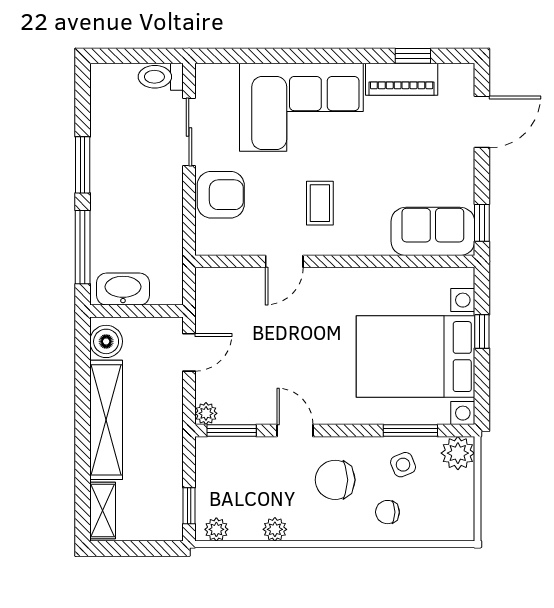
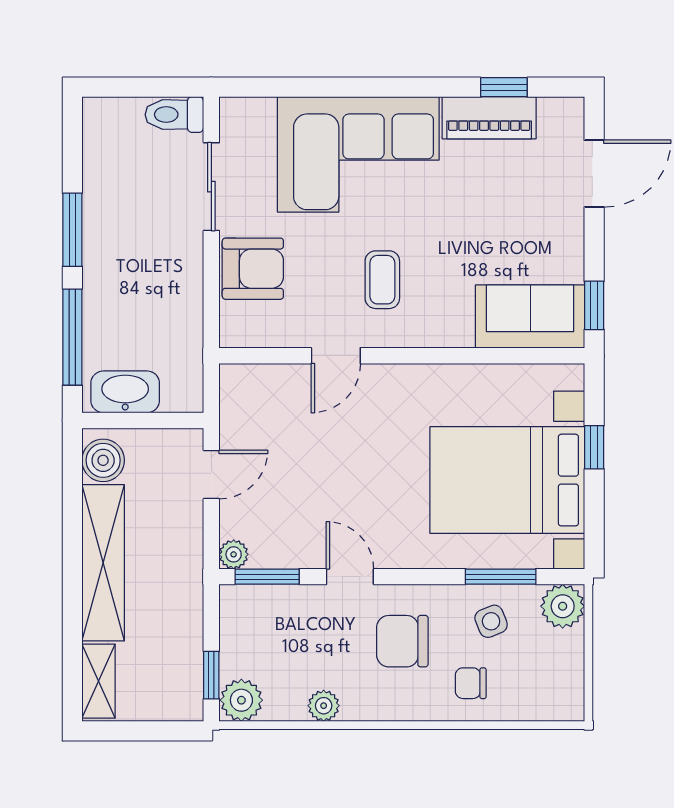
plant: (216, 529) -> (241, 700), width x1.38, depth x1.38

